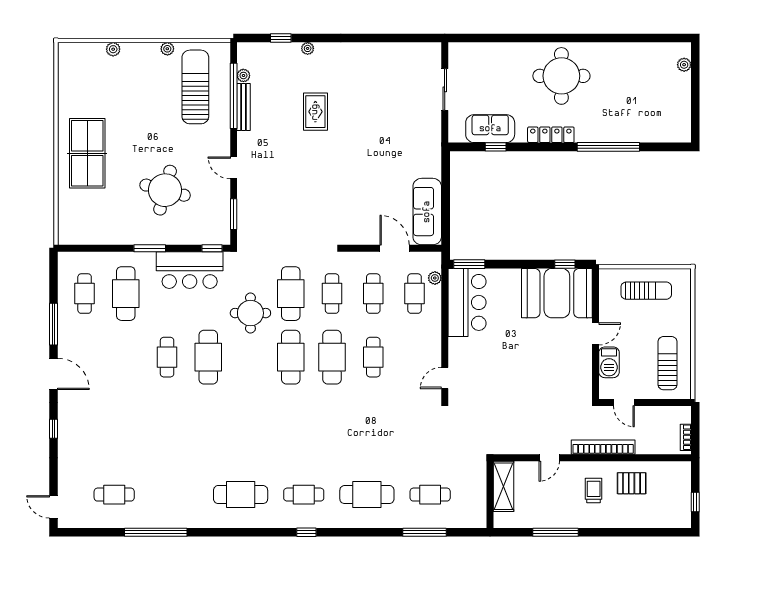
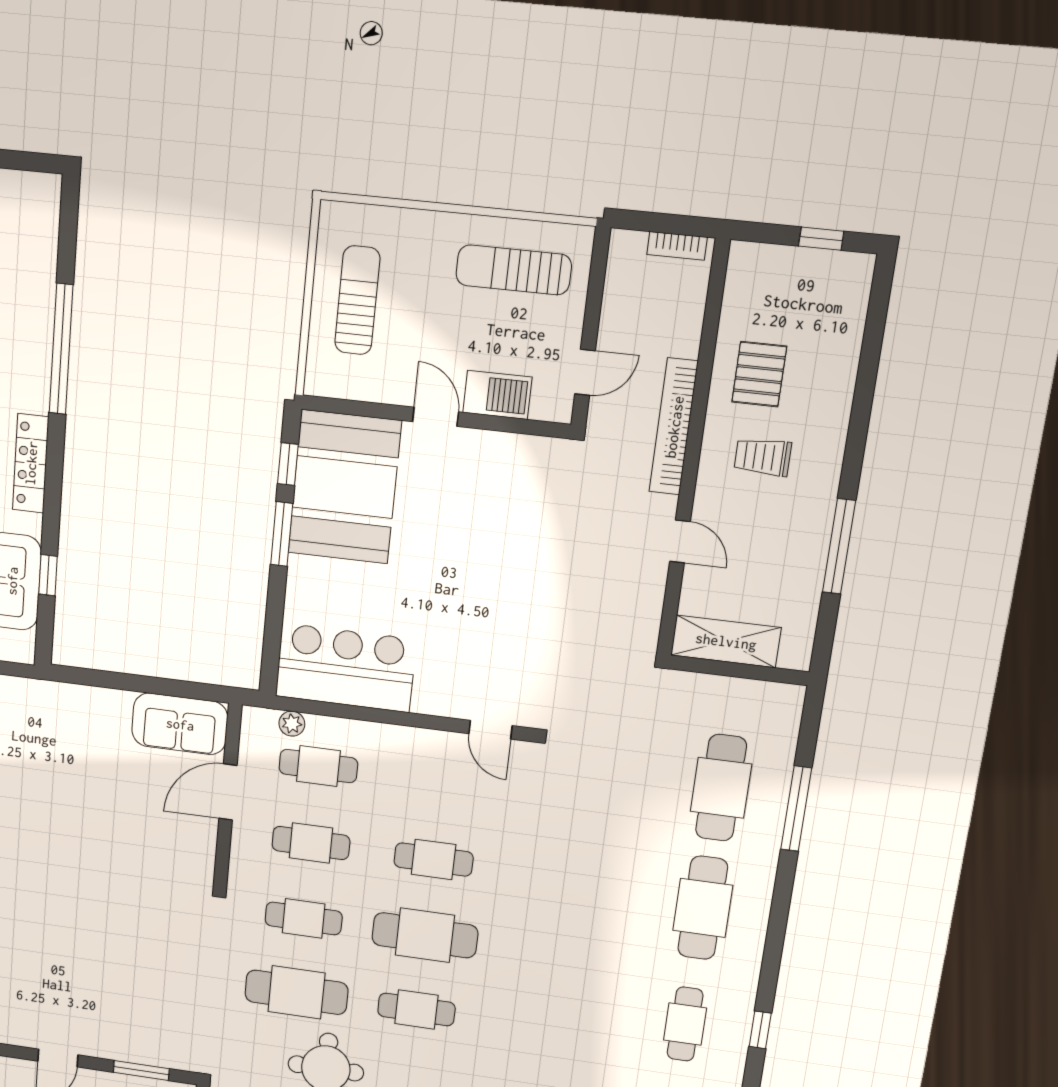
sofa: (427, 212) -> (180, 724), width x0.73
window: (469, 264) -> (282, 534), moved
cafe table: (291, 357) -> (416, 1009), width x0.73, depth x0.74
cafe table: (430, 495) -> (721, 788), width x1.37, depth x1.35

